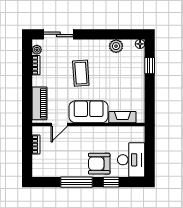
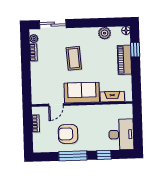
piano: (39, 103) -> (124, 60), moved, turned 180
armchair: (99, 164) -> (68, 134), moved

